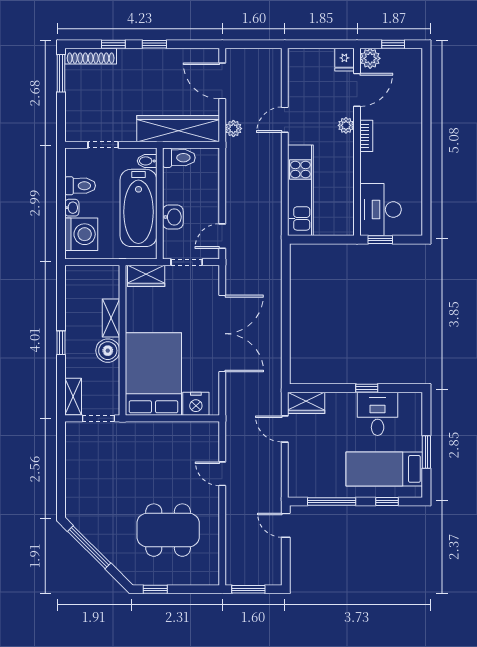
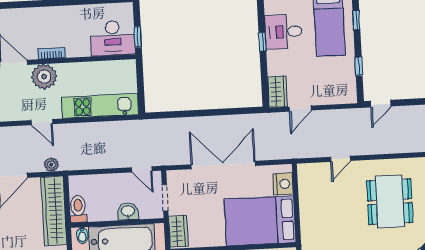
plant: (346, 125) -> (44, 77), width x1.88, depth x1.88
window: (332, 501) -> (359, 66), width x0.46

